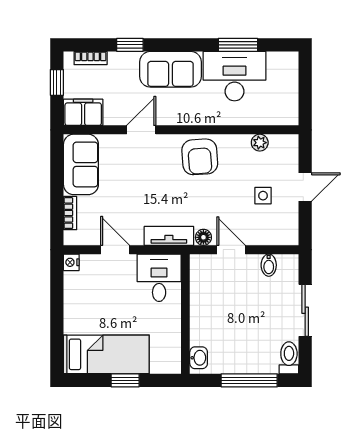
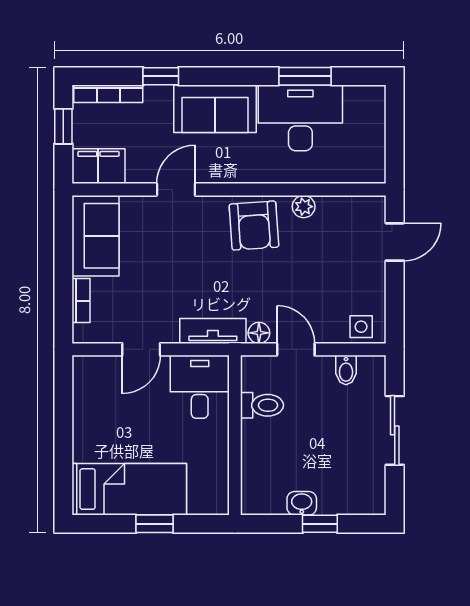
bookcase: (91, 58) -> (108, 94), width x1.56
plant: (260, 143) -> (304, 207), moved
door: (305, 187) -> (395, 242), moved
side table: (263, 196) -> (361, 327), moved
door: (115, 250) -> (141, 349), swing flipped
nightstand: (71, 262) -> (83, 366), removed
washbasin: (199, 358) -> (302, 503), moved, turned -90
toilet: (289, 358) -> (262, 405), moved, turned 90
window: (249, 380) -> (320, 524), width x0.46

